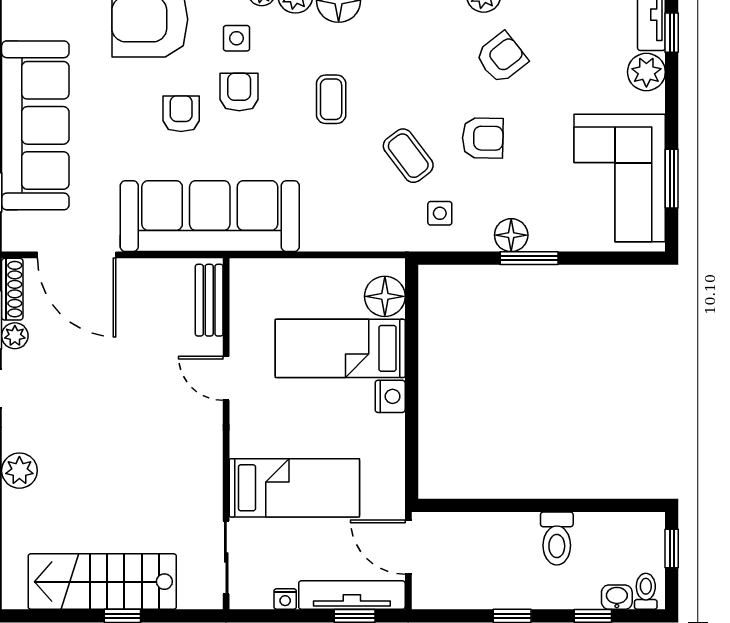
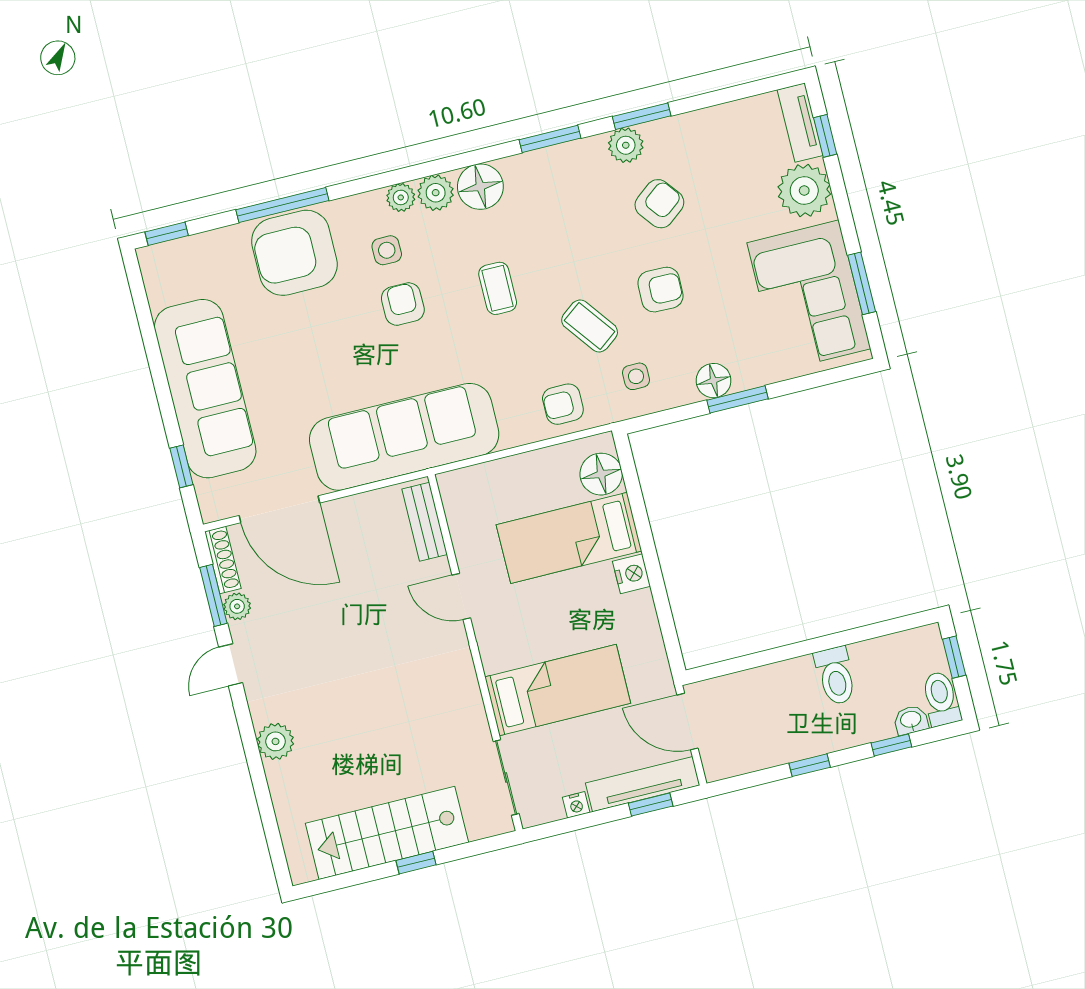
plant: (646, 72) -> (804, 191), width x1.36, depth x1.36
armchair: (181, 114) -> (563, 404), moved, turned -90
toilet: (646, 591) -> (941, 699), width x1.37, depth x1.39

